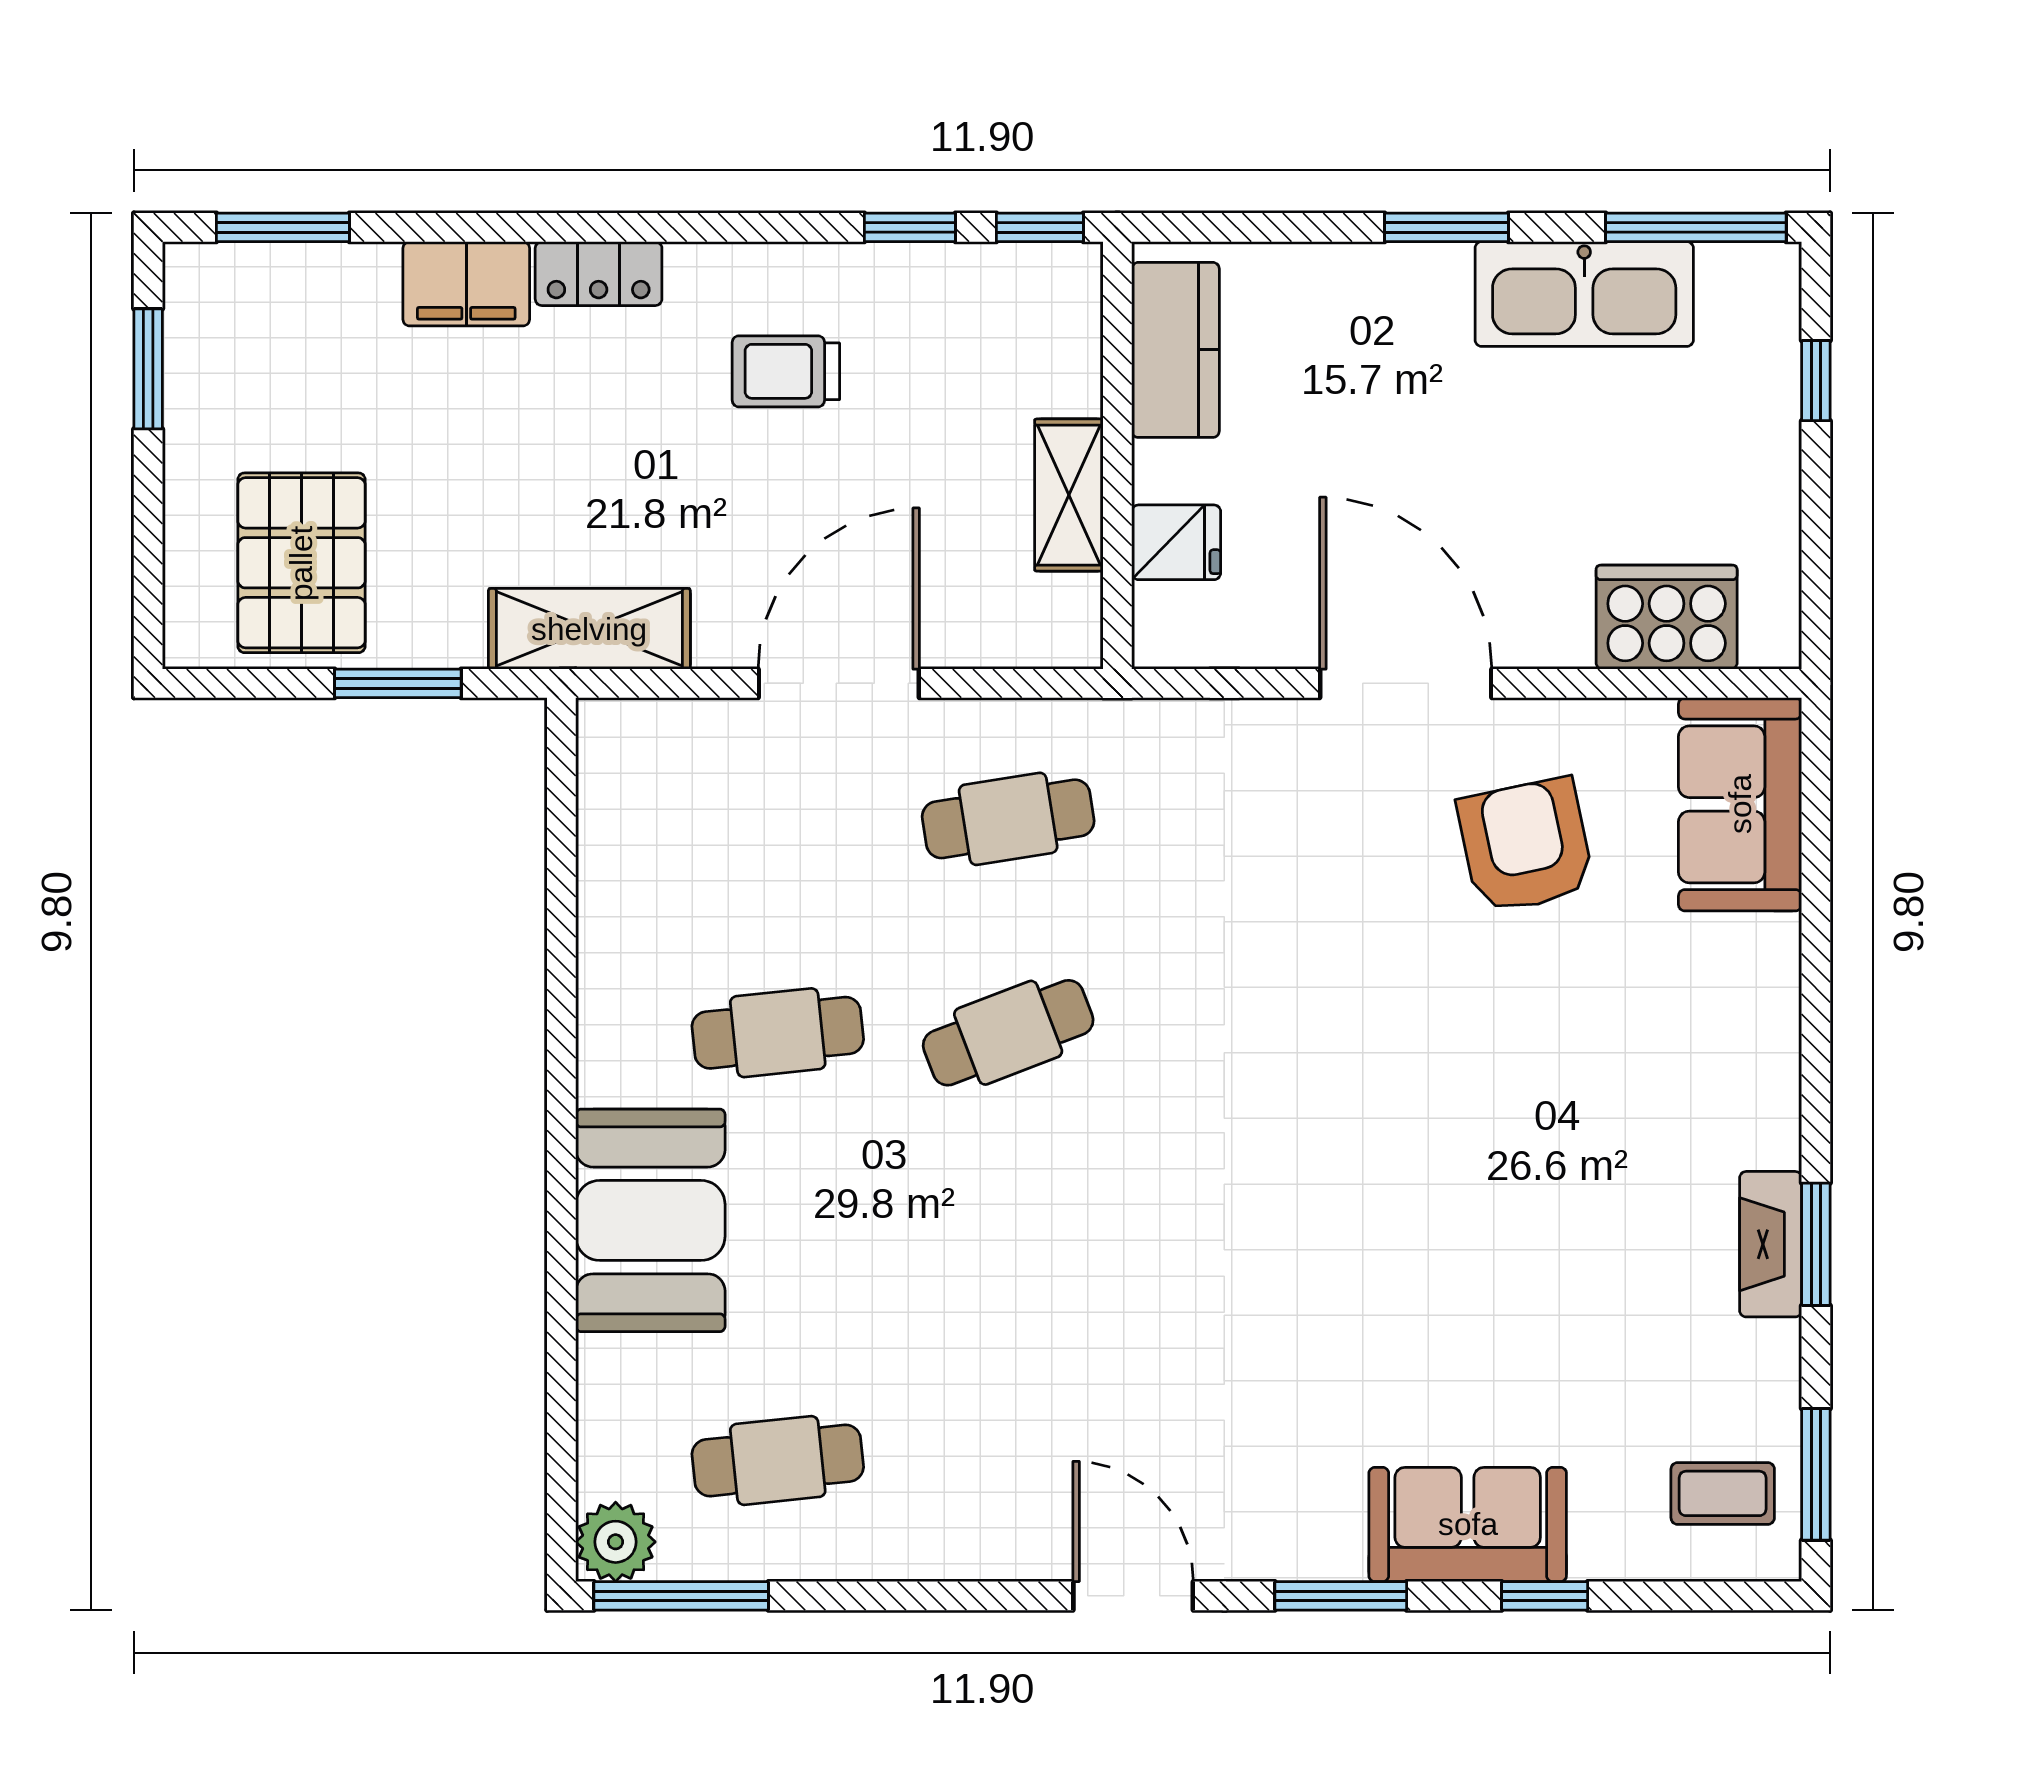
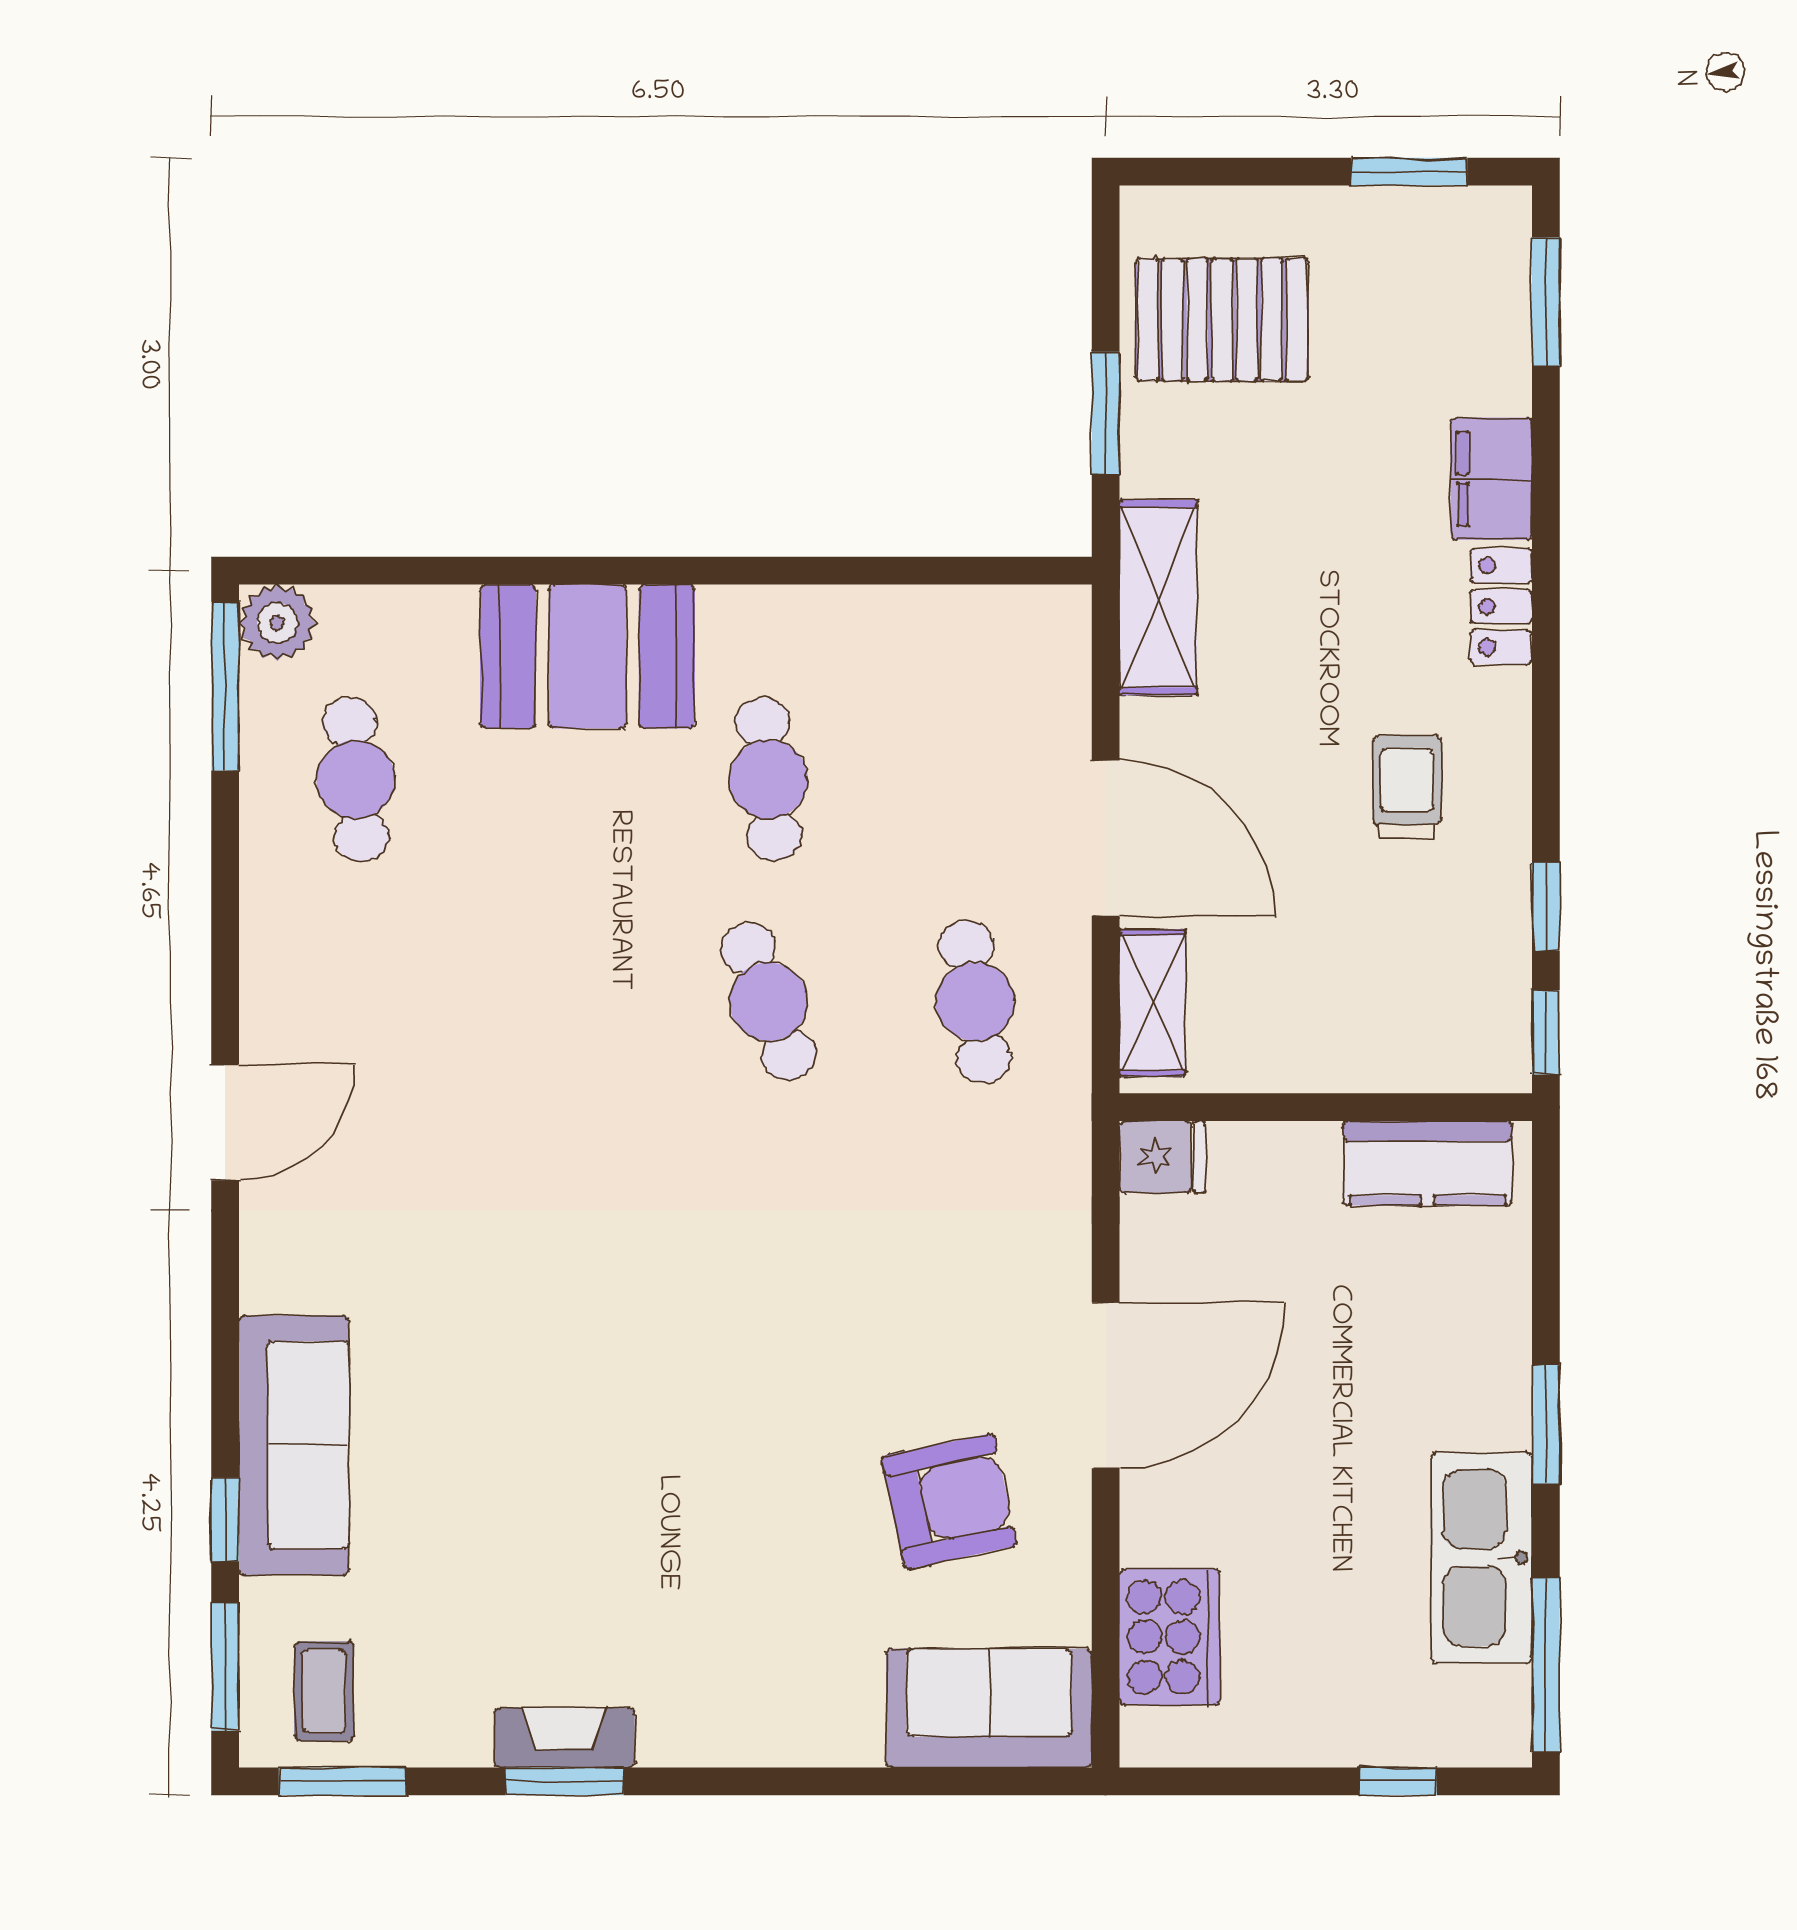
shelving: (1069, 495) -> (1152, 1003), moved, turned 90
fridge: (1176, 542) -> (1162, 1157), moved, turned -90
sofa: (1468, 1524) -> (294, 1445), width x1.36
window: (1341, 1596) -> (225, 1667), moved

